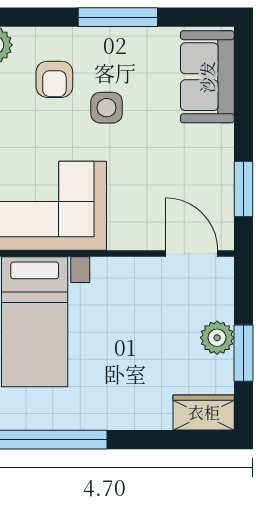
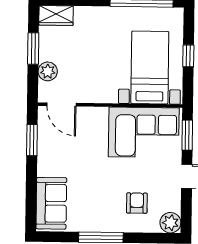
side table: (107, 108) -> (108, 187), removed
plant: (217, 338) -> (48, 71), moved

